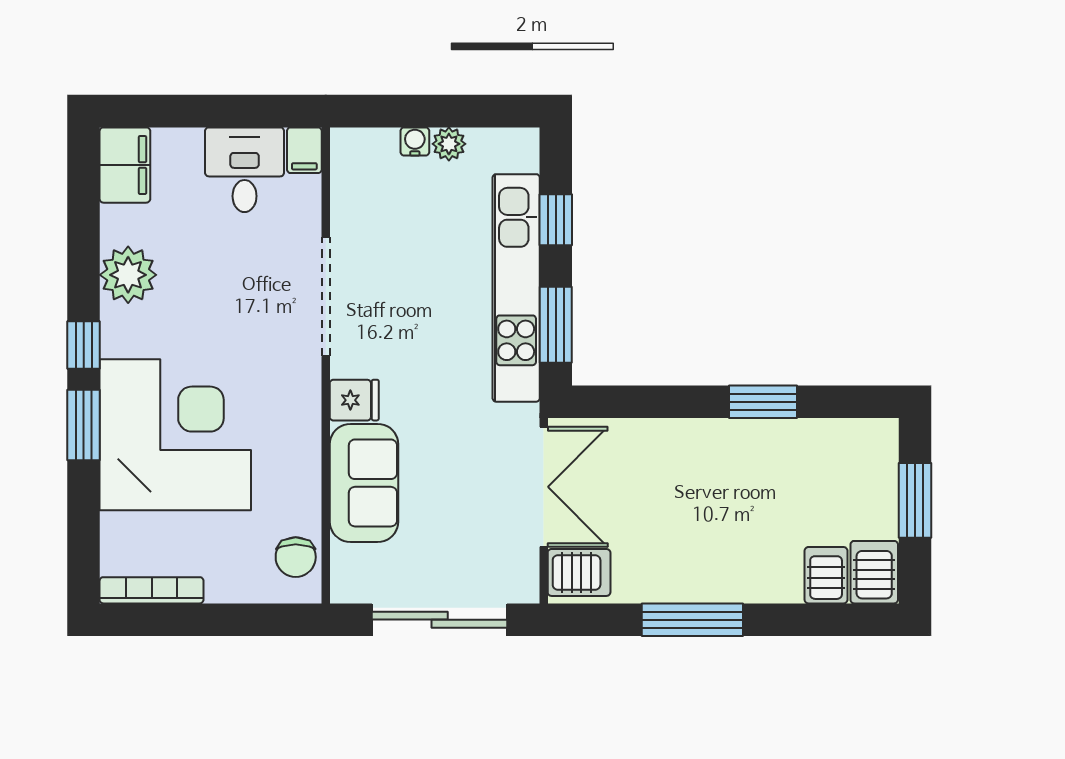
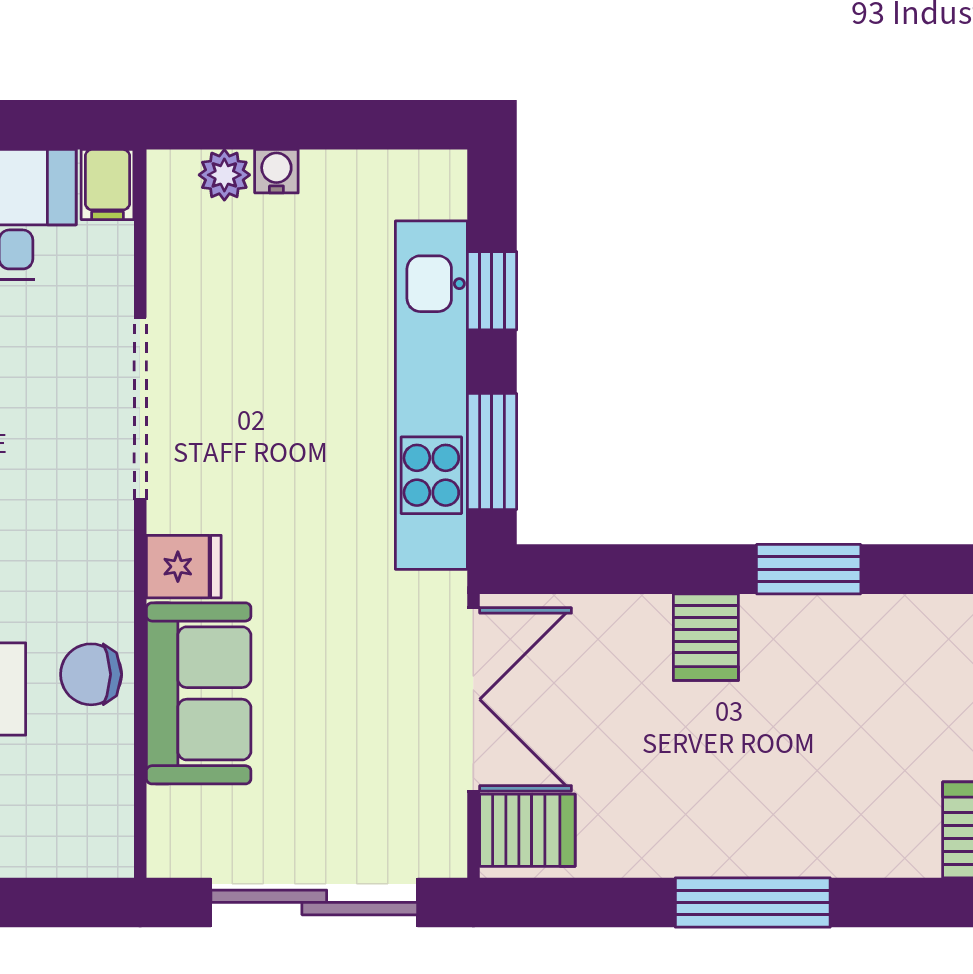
plant: (449, 144) -> (224, 175), moved
chair: (296, 557) -> (91, 674), moved, turned 90
server rack: (826, 575) -> (706, 637), moved, turned 180
window: (692, 620) -> (753, 902), moved

